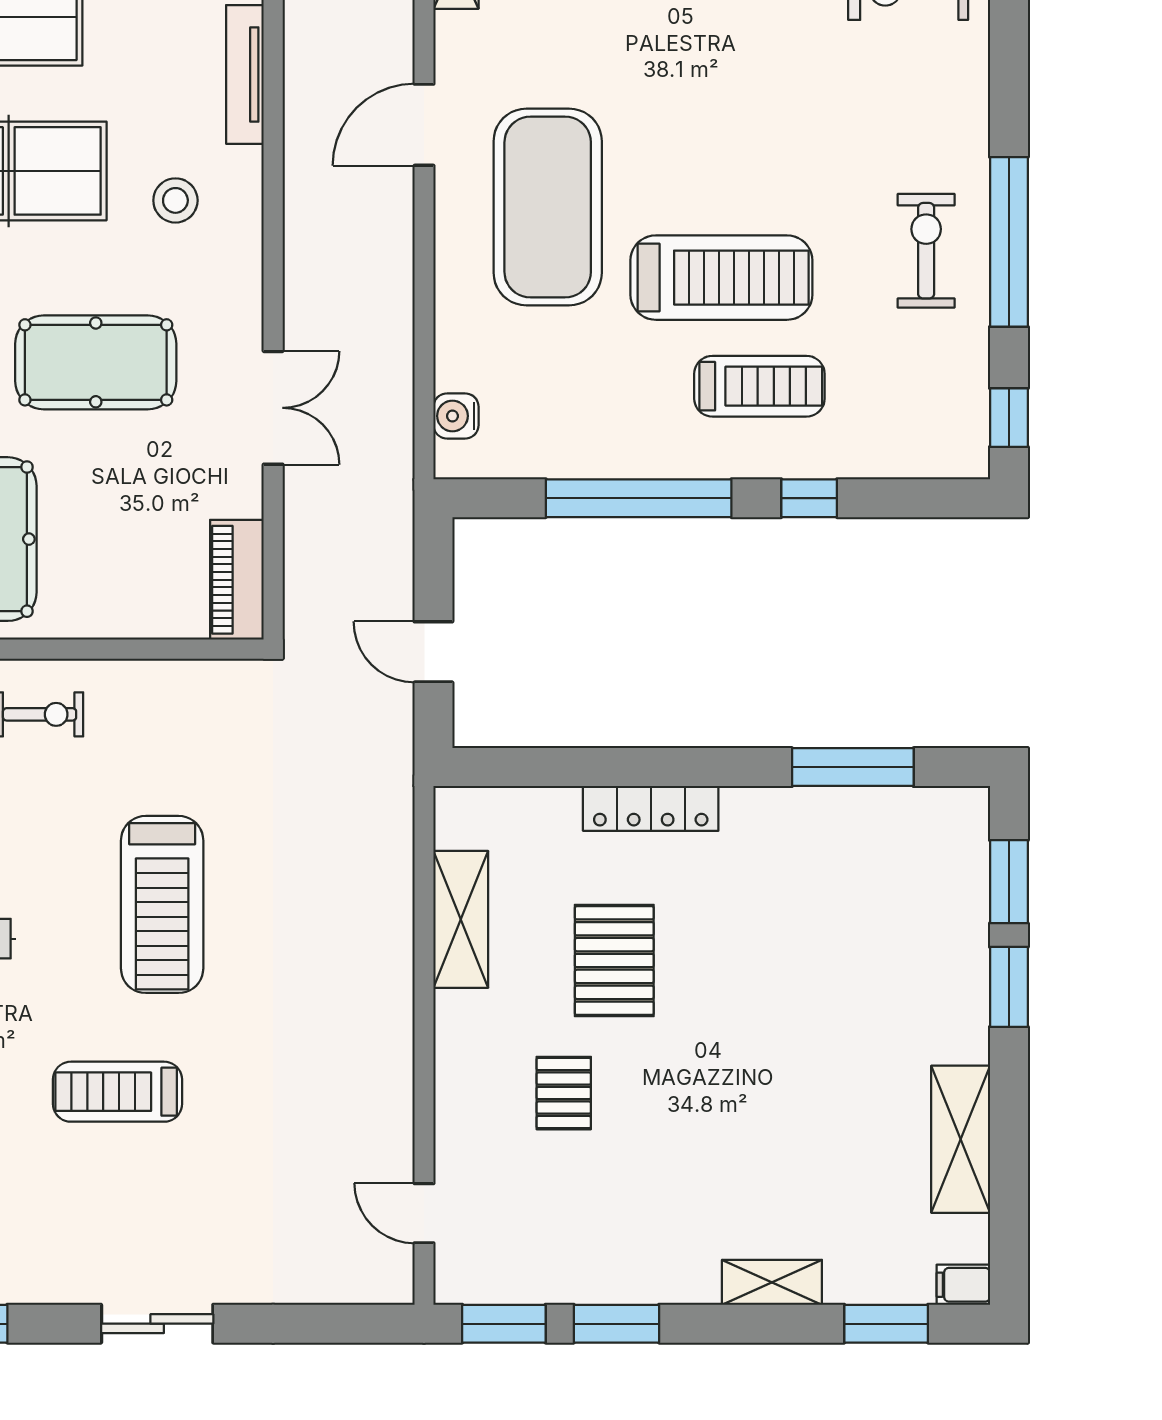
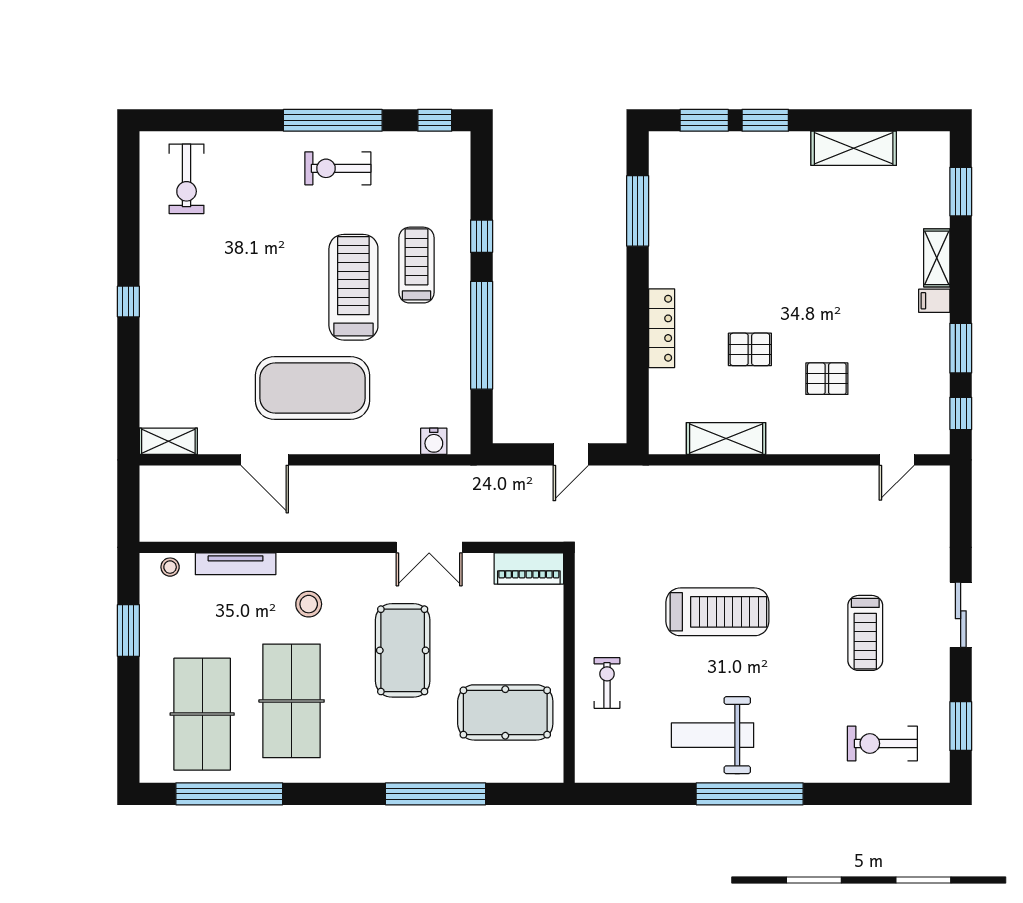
double door: (273, 408) -> (429, 547), swing flipped
pallet: (614, 961) -> (750, 349), width x0.67, depth x0.71
treadmill: (117, 1092) -> (865, 633), moved
filing cabinet: (963, 1285) -> (934, 301), moved, turned 90
window: (504, 1324) -> (961, 413), width x0.67

